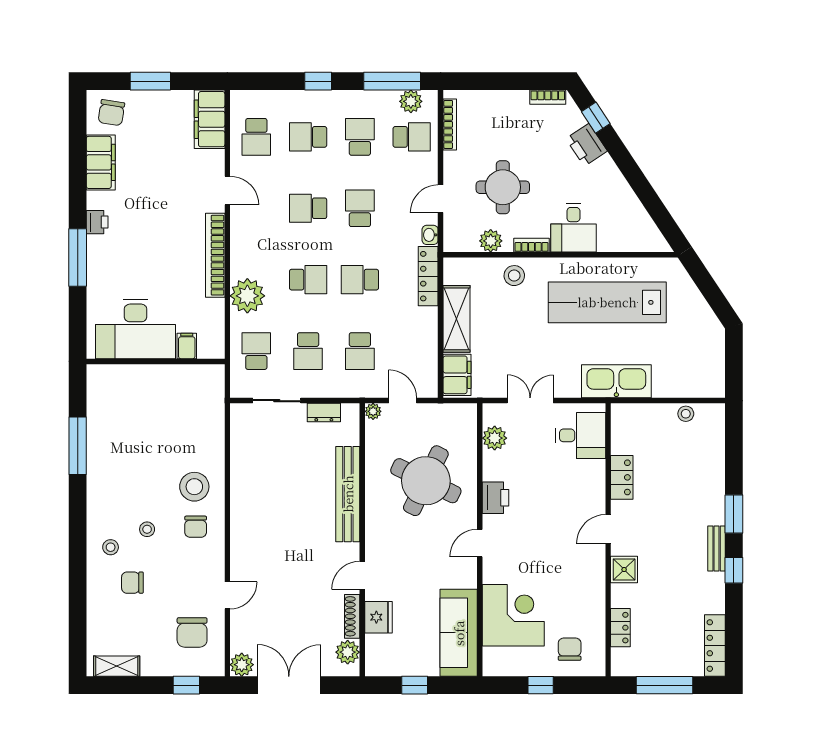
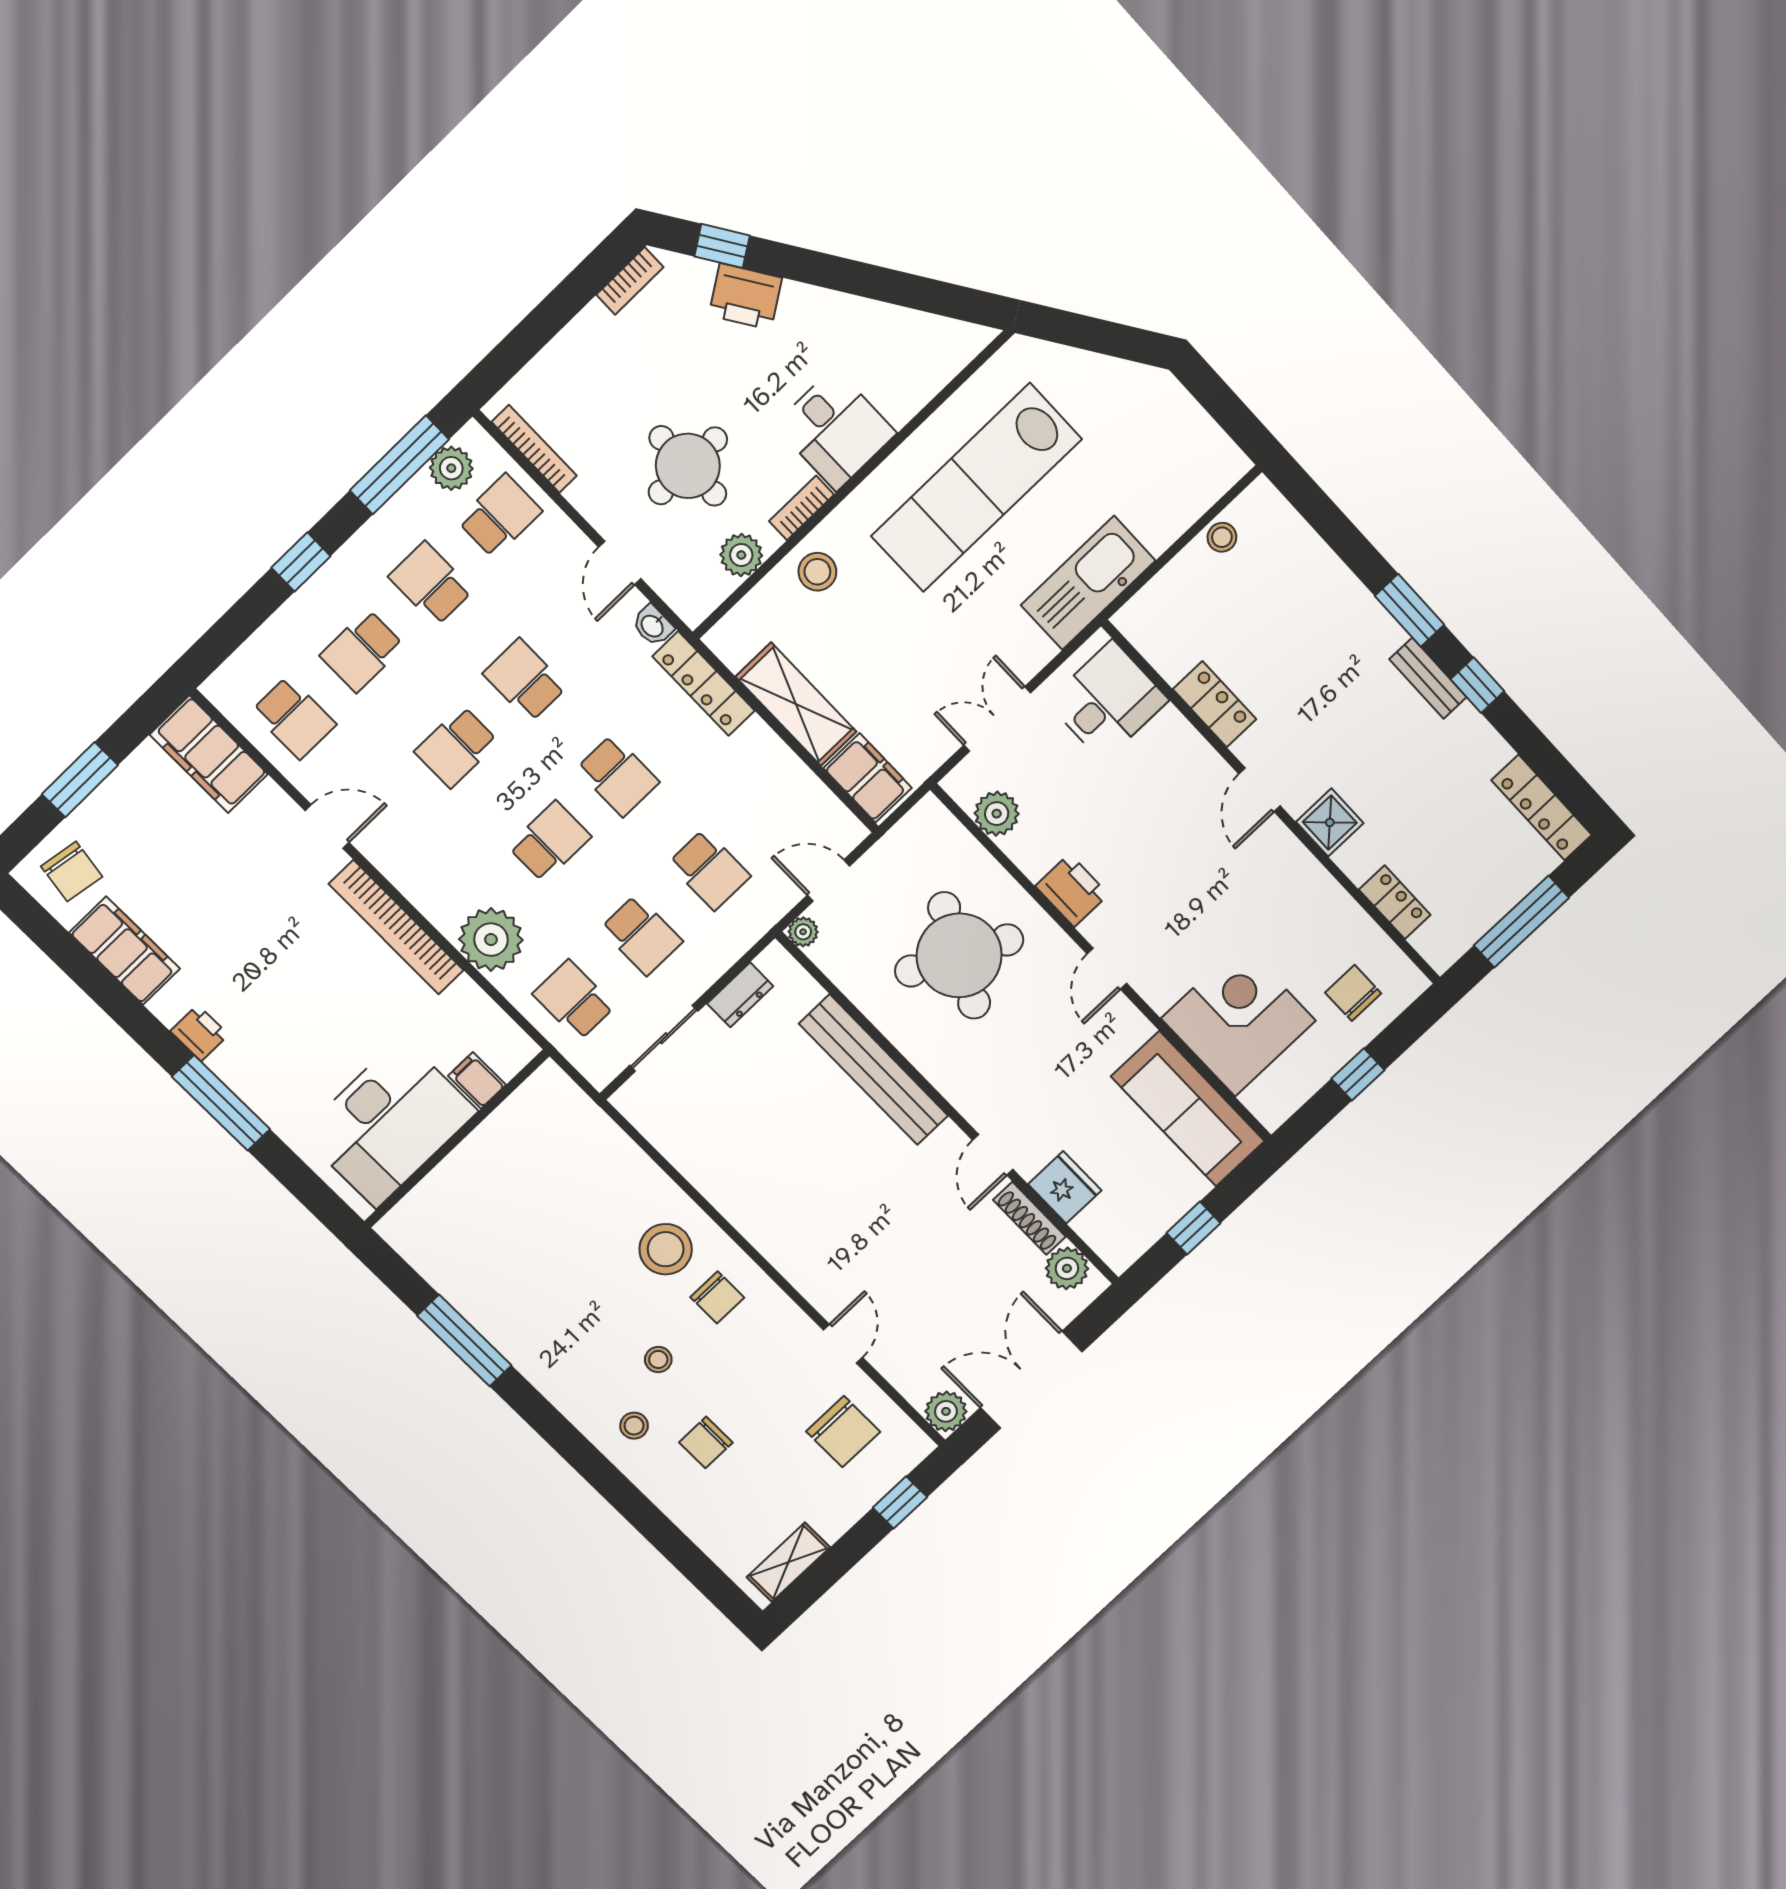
school desk: (360, 280) -> (618, 776), turned -90

